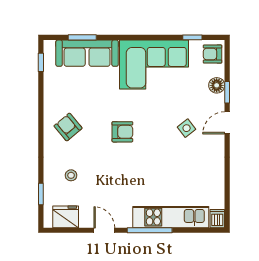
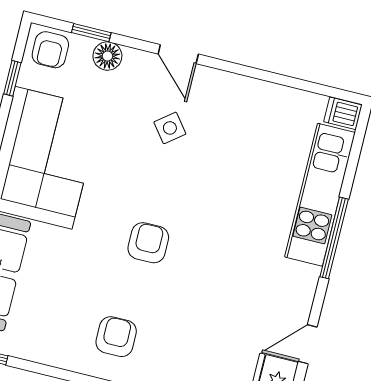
window: (227, 92) -> (91, 33), moved
armchair: (68, 127) -> (116, 337), turned 130
stool: (71, 175) -> (203, 353), removed
door: (104, 230) -> (308, 344), moved

